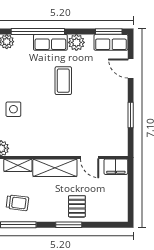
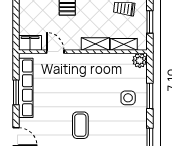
row of seats: (120, 120) -> (26, 88), added
shelving: (55, 168) -> (95, 44), width x0.67, depth x0.75

